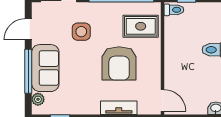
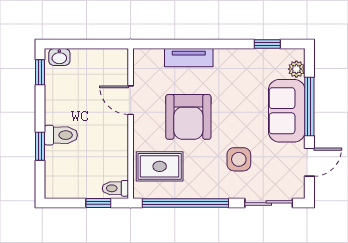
armchair: (119, 63) -> (188, 117), turned 180
door: (162, 100) -> (131, 100), moved

